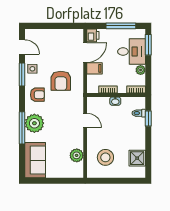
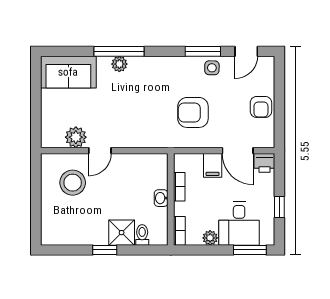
window: (121, 26) -> (279, 207), width x0.46
armchair: (37, 95) -> (261, 107), moved
window: (148, 119) -> (105, 250), moved
door: (85, 120) -> (100, 151), moved
plant: (34, 123) -> (119, 64), width x0.53, depth x0.53
shower: (137, 158) -> (122, 233), moved

